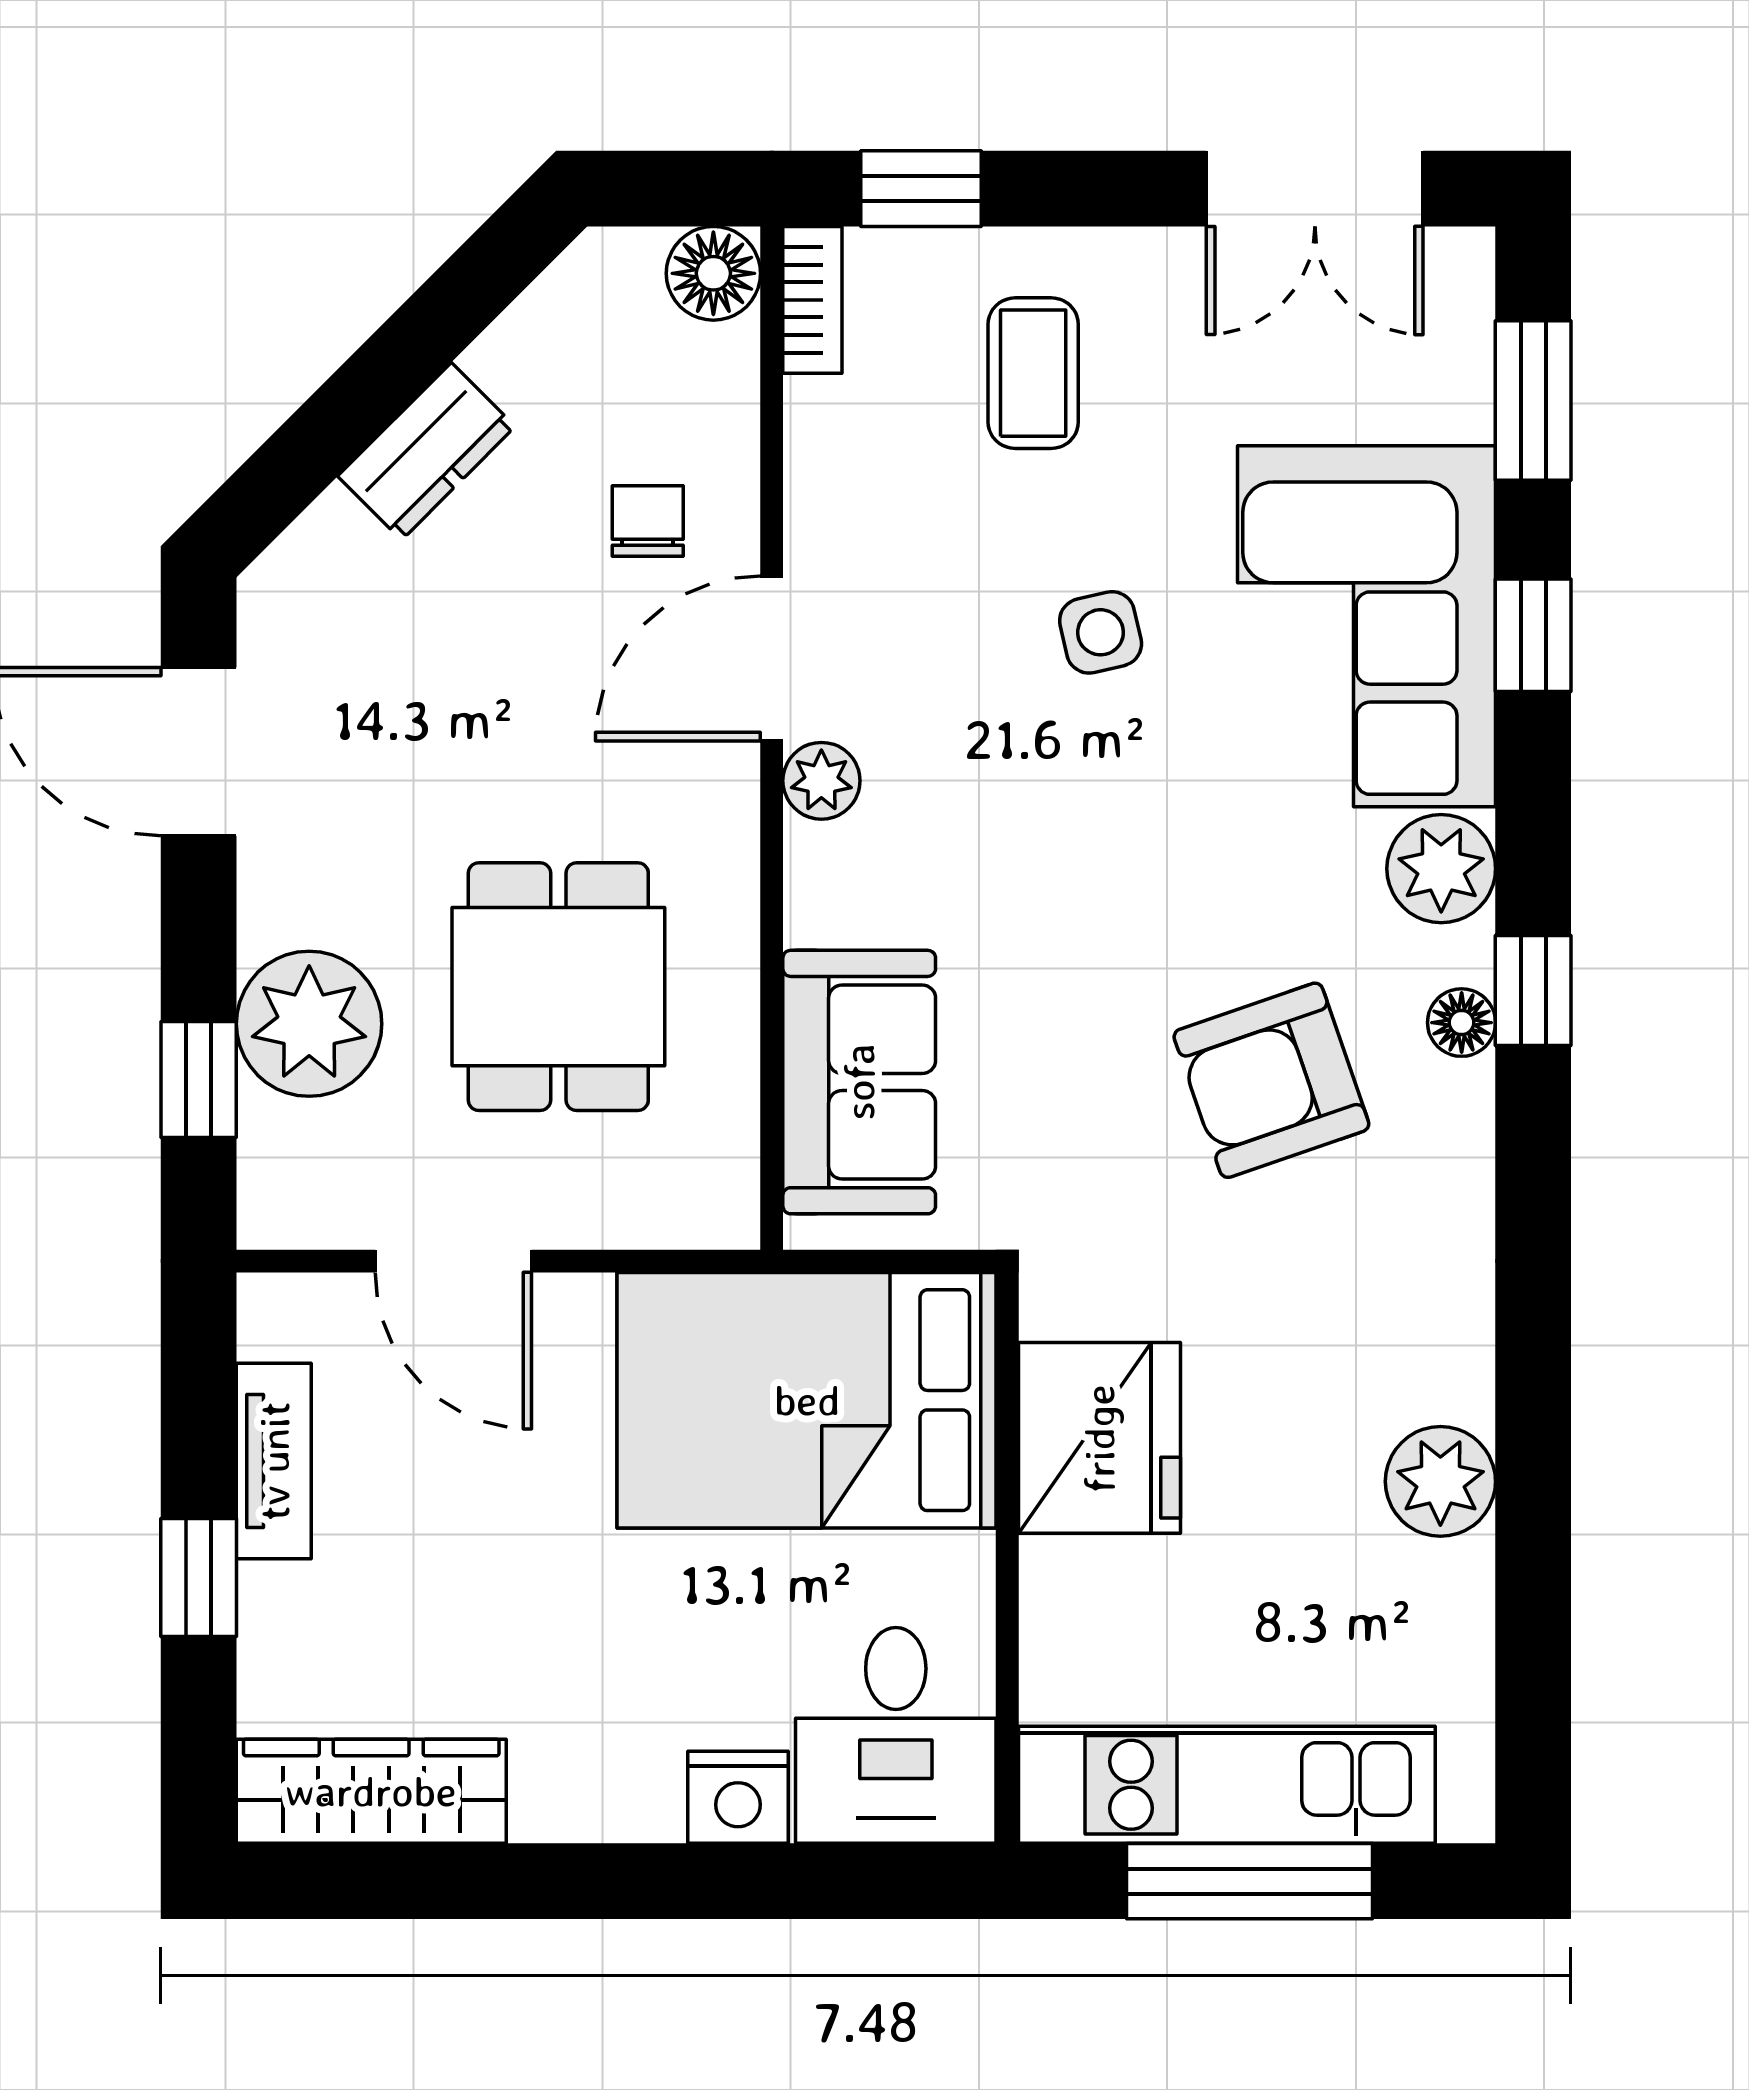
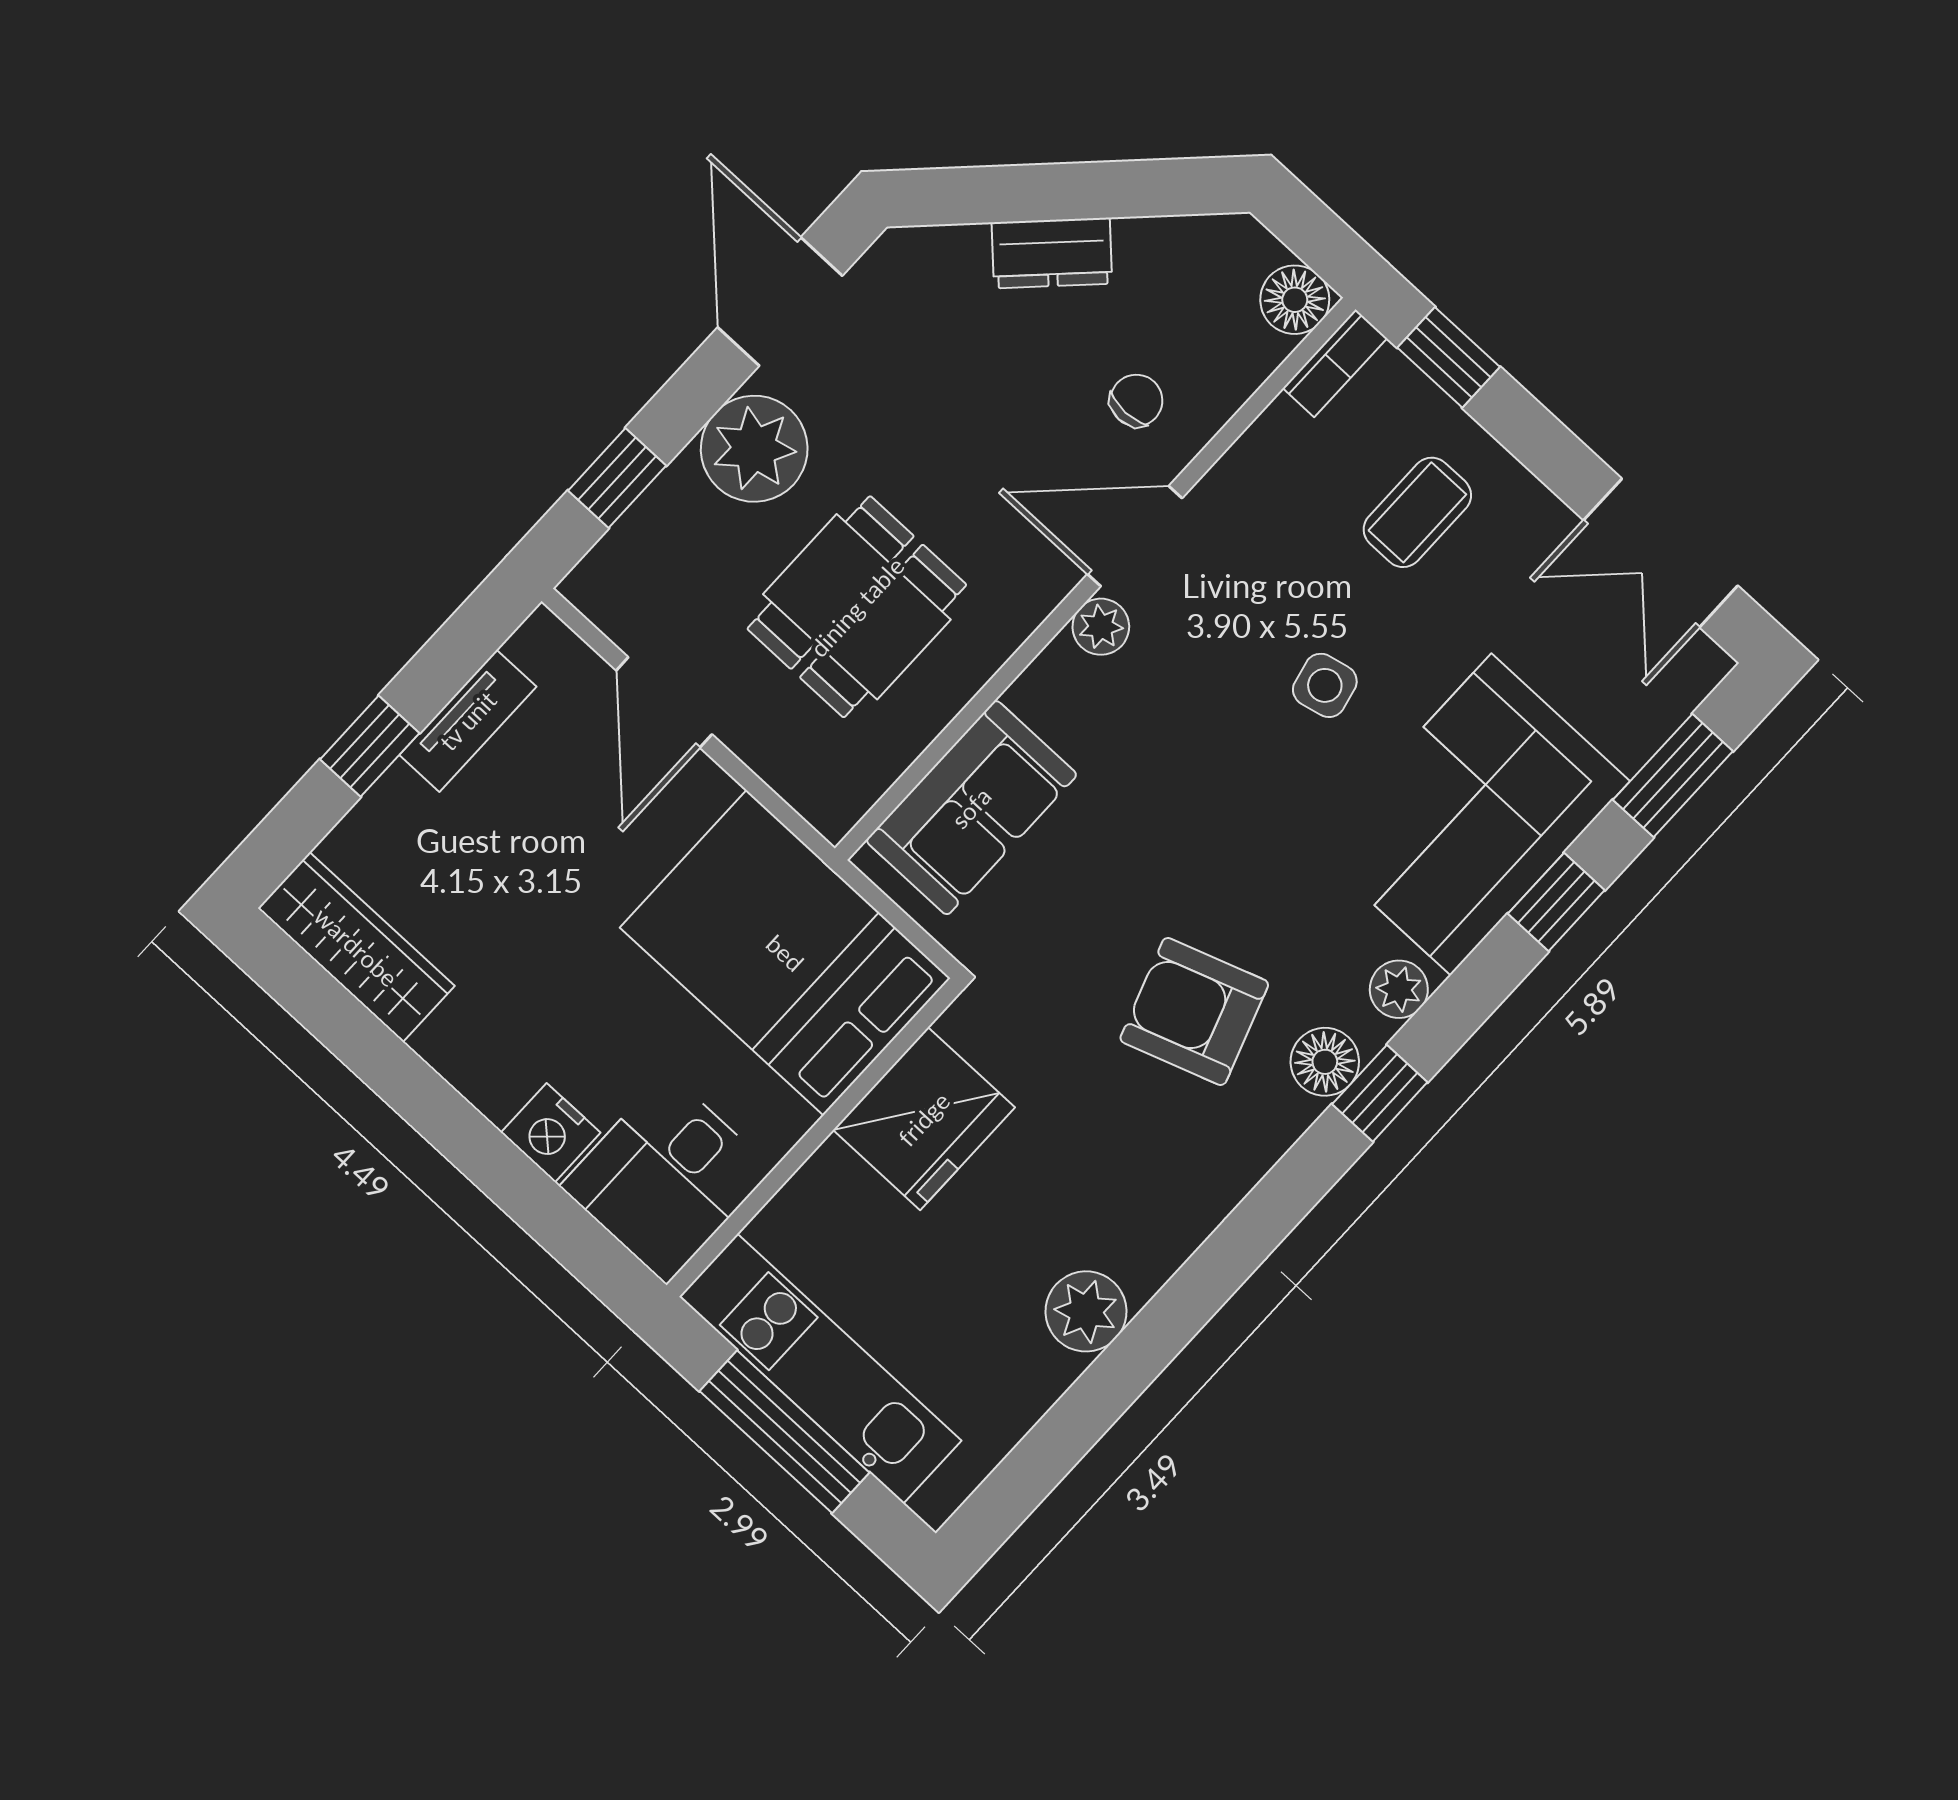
plant: (1441, 869) -> (1399, 989), width x0.73, depth x0.73
floor lamp: (1462, 1023) -> (1325, 1062), width x1.37, depth x1.37
plant: (309, 1024) -> (754, 449), moved

